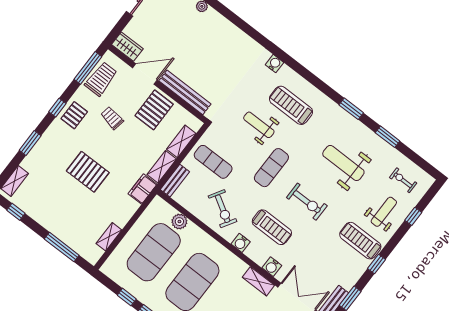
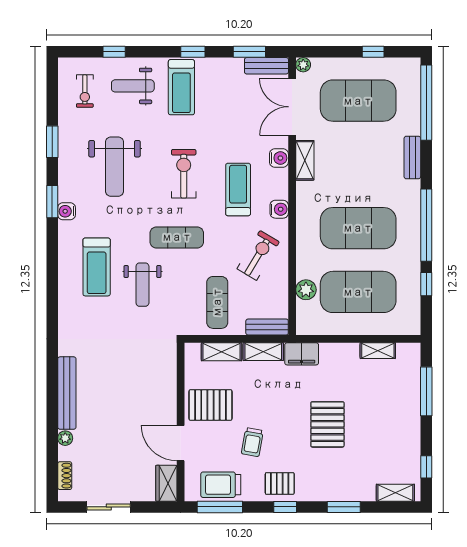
water cooler: (274, 64) -> (67, 211), moved
bench: (185, 92) -> (67, 393), moved

